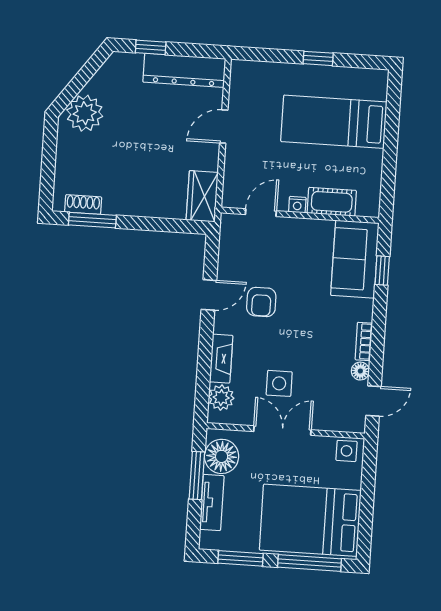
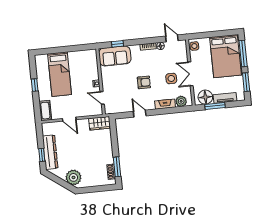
dresser: (184, 70) -> (50, 152), moved
cot: (332, 202) -> (45, 111), moved
armchair: (261, 302) -> (144, 82), moved

